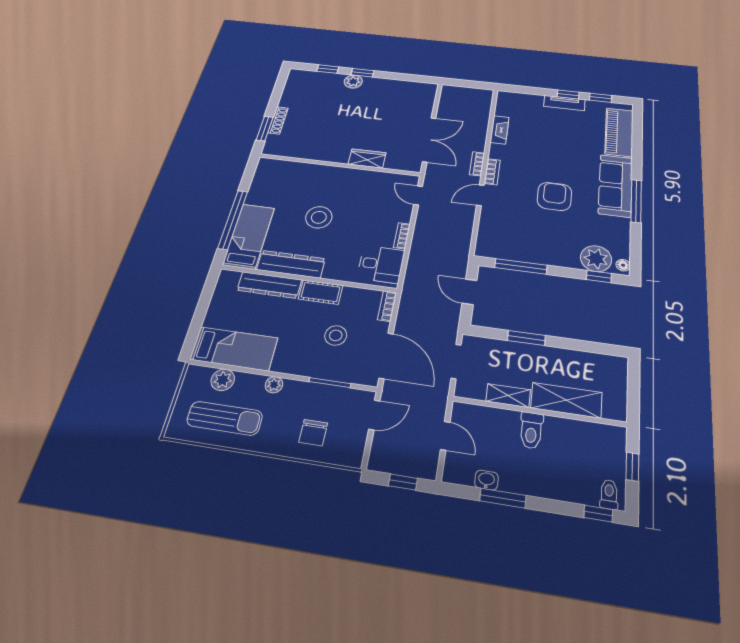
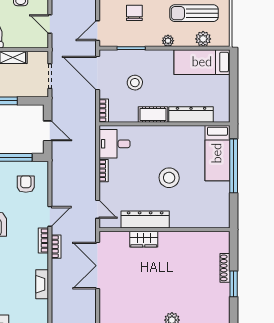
window: (265, 129) -> (234, 284), moved
armchair: (507, 234) -> (26, 184), added
dresser: (291, 264) -> (145, 219), moved, turned 180

